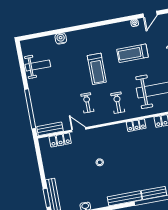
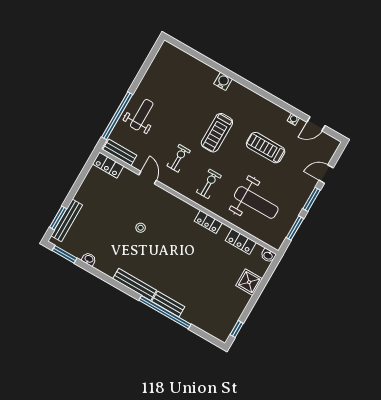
water cooler: (61, 39) -> (223, 81), moved
weight bench: (38, 66) -> (142, 115), moved, turned -90
locker: (60, 140) -> (108, 165), moved

